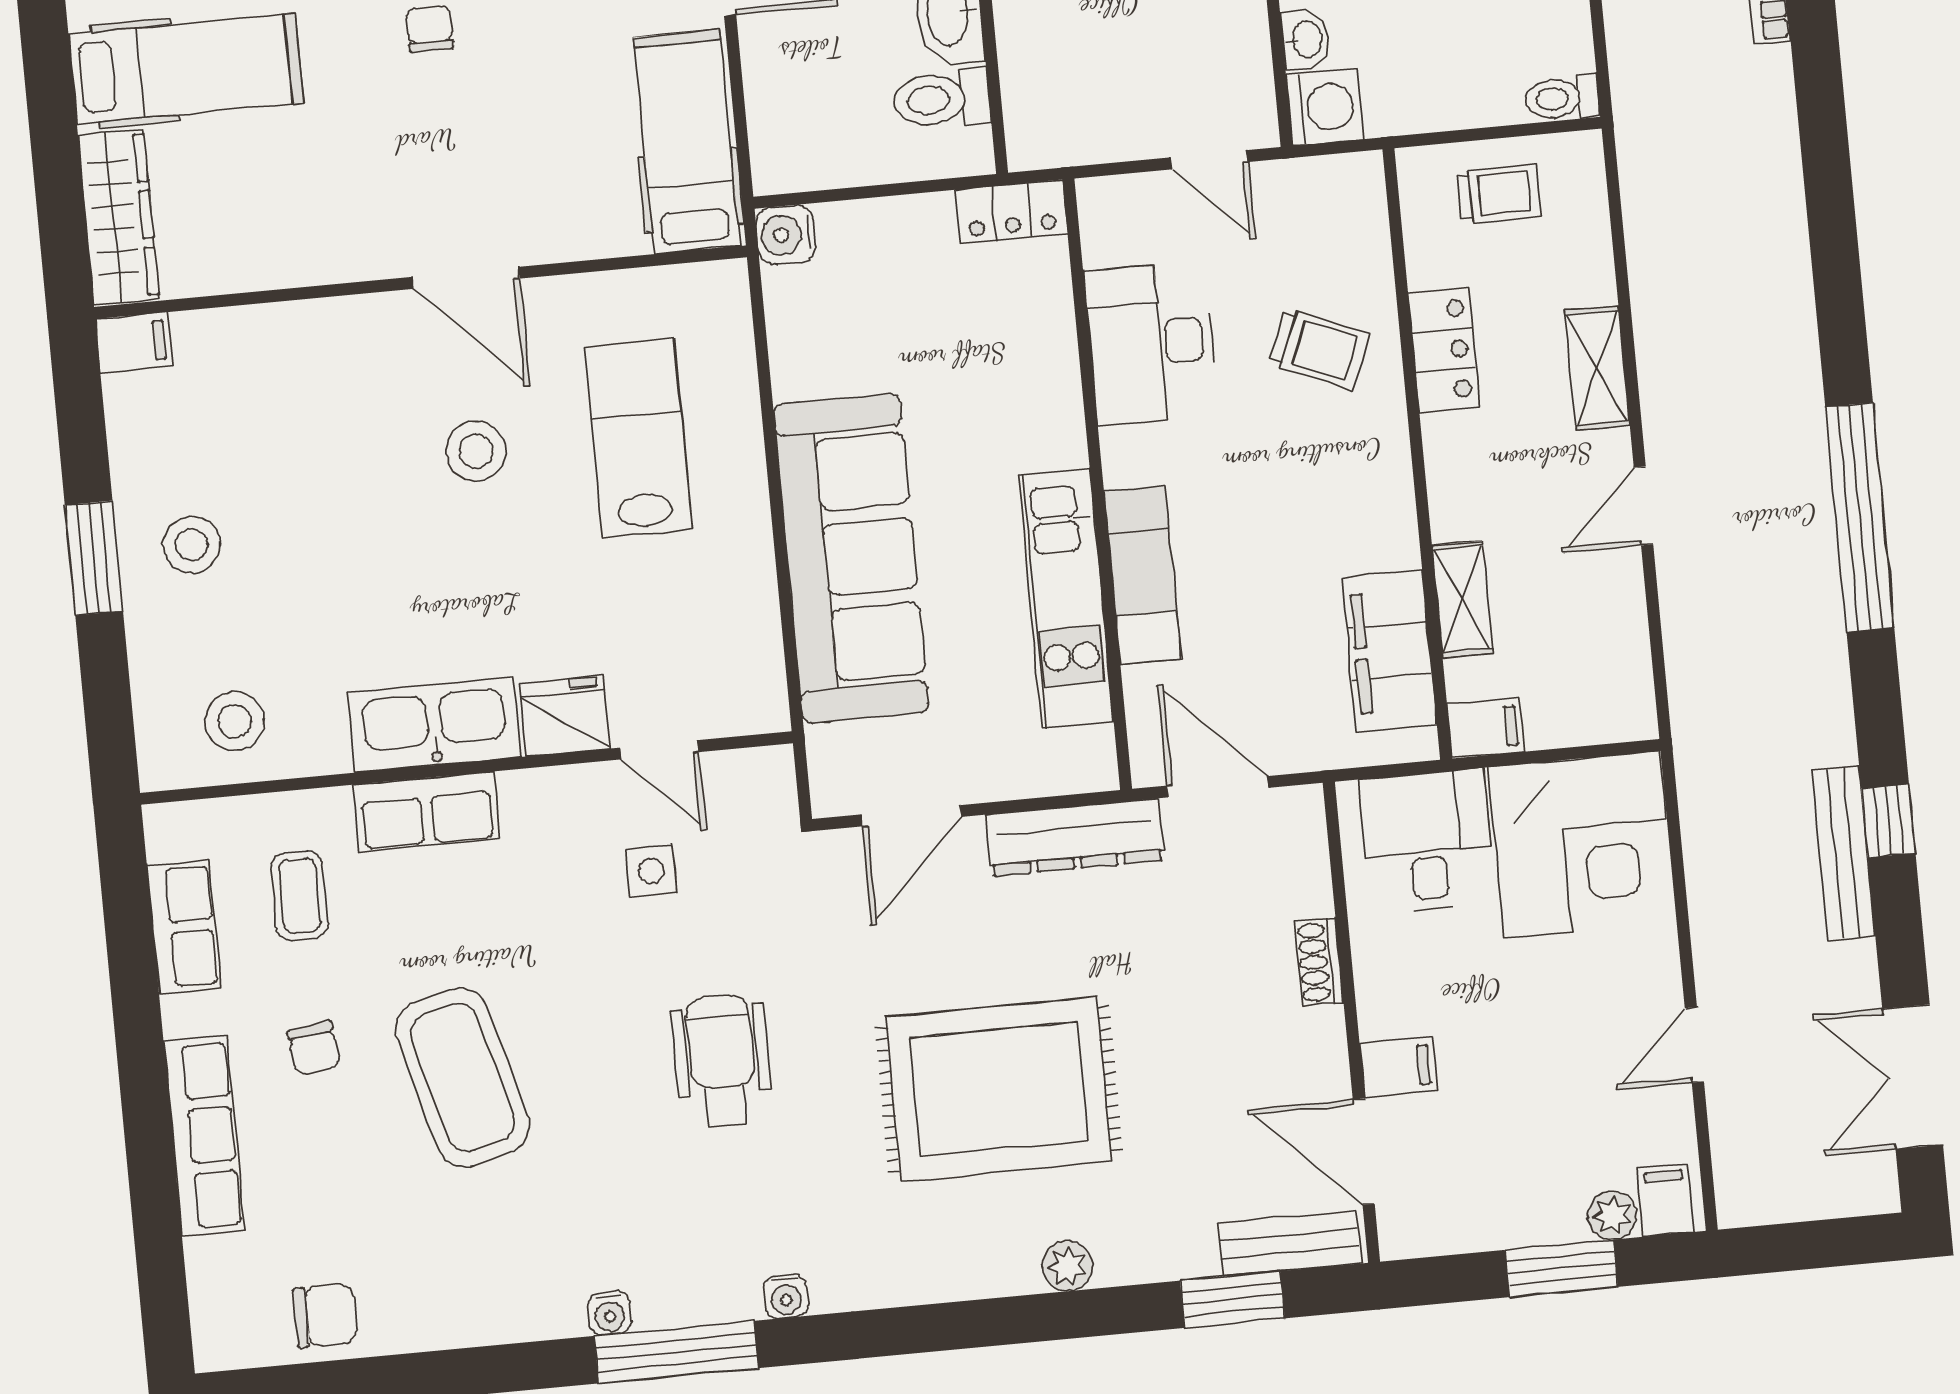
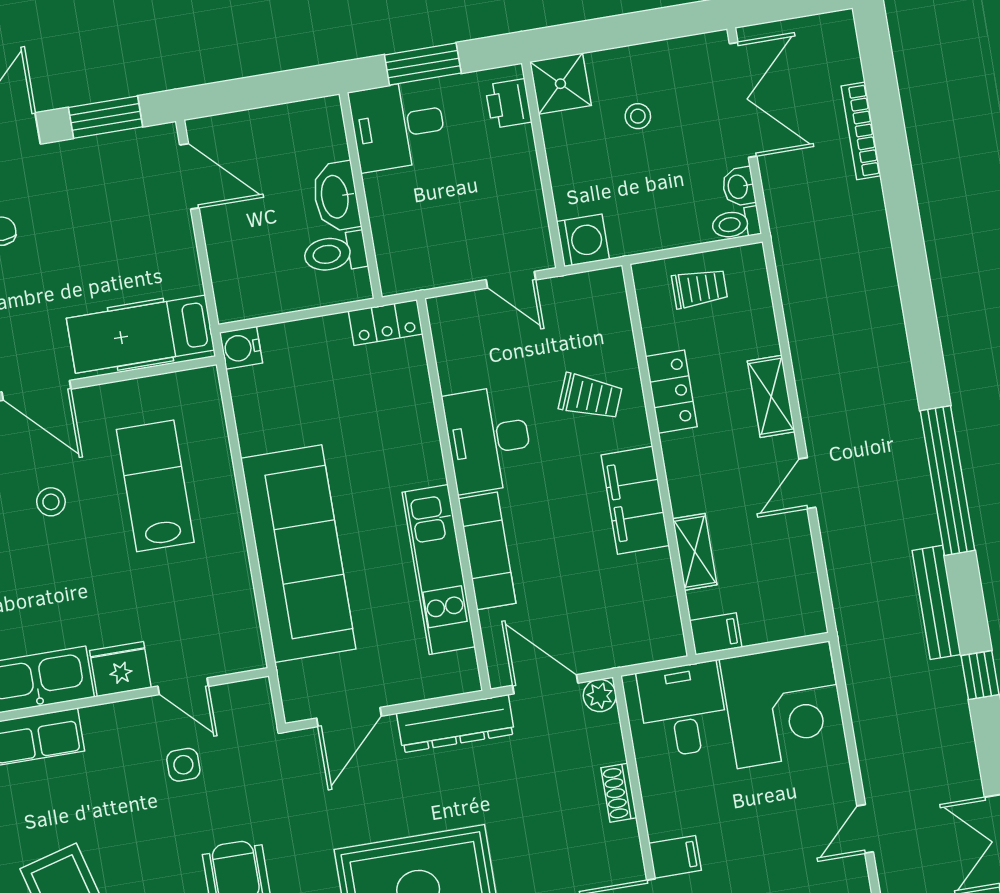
washbasin: (1306, 40) -> (739, 187), moved, turned 180
hospital bed: (687, 142) -> (140, 334), moved, turned -90
desk: (1151, 343) -> (488, 439), moved
stool: (476, 451) -> (51, 502), width x0.73, depth x0.73
filing cabinet: (1389, 651) -> (635, 500), moved
plant: (1300, 810) -> (600, 695), added
bench: (1844, 854) -> (937, 602), moved

